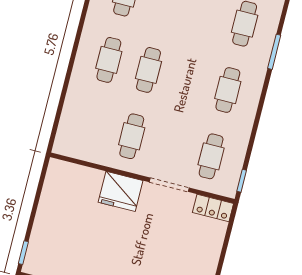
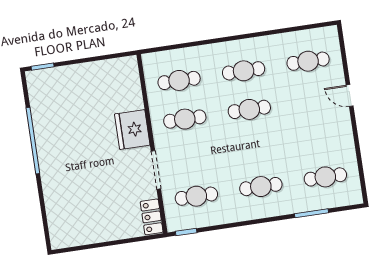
cafe table: (92, 126) -> (179, 80), added

